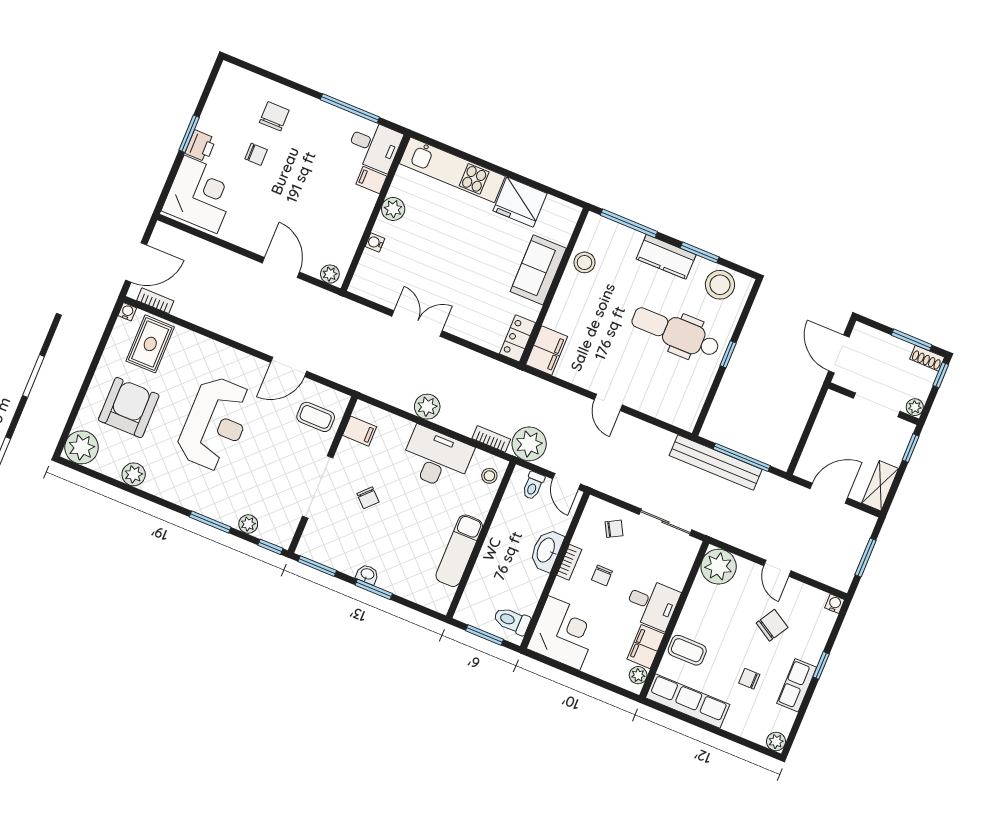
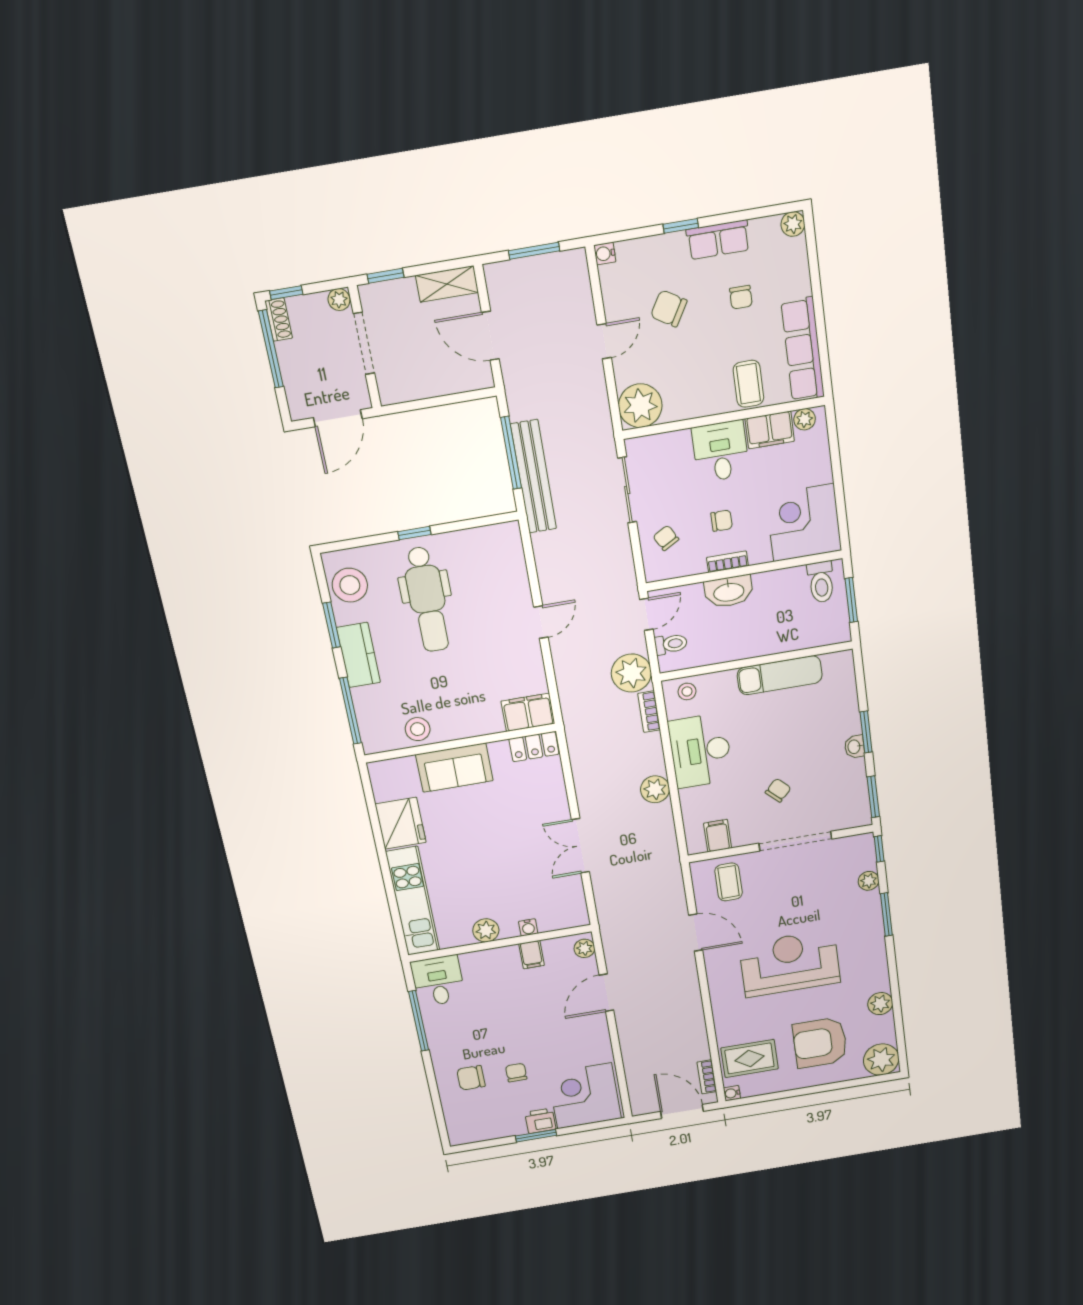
filing cabinet: (371, 180) -> (532, 955), moved
window: (912, 340) -> (271, 349), width x1.44

